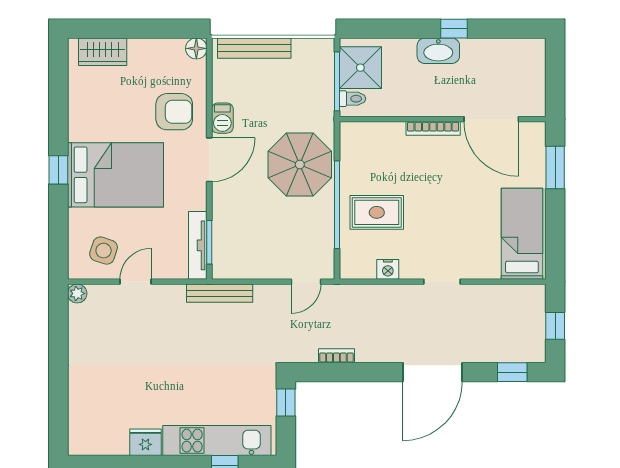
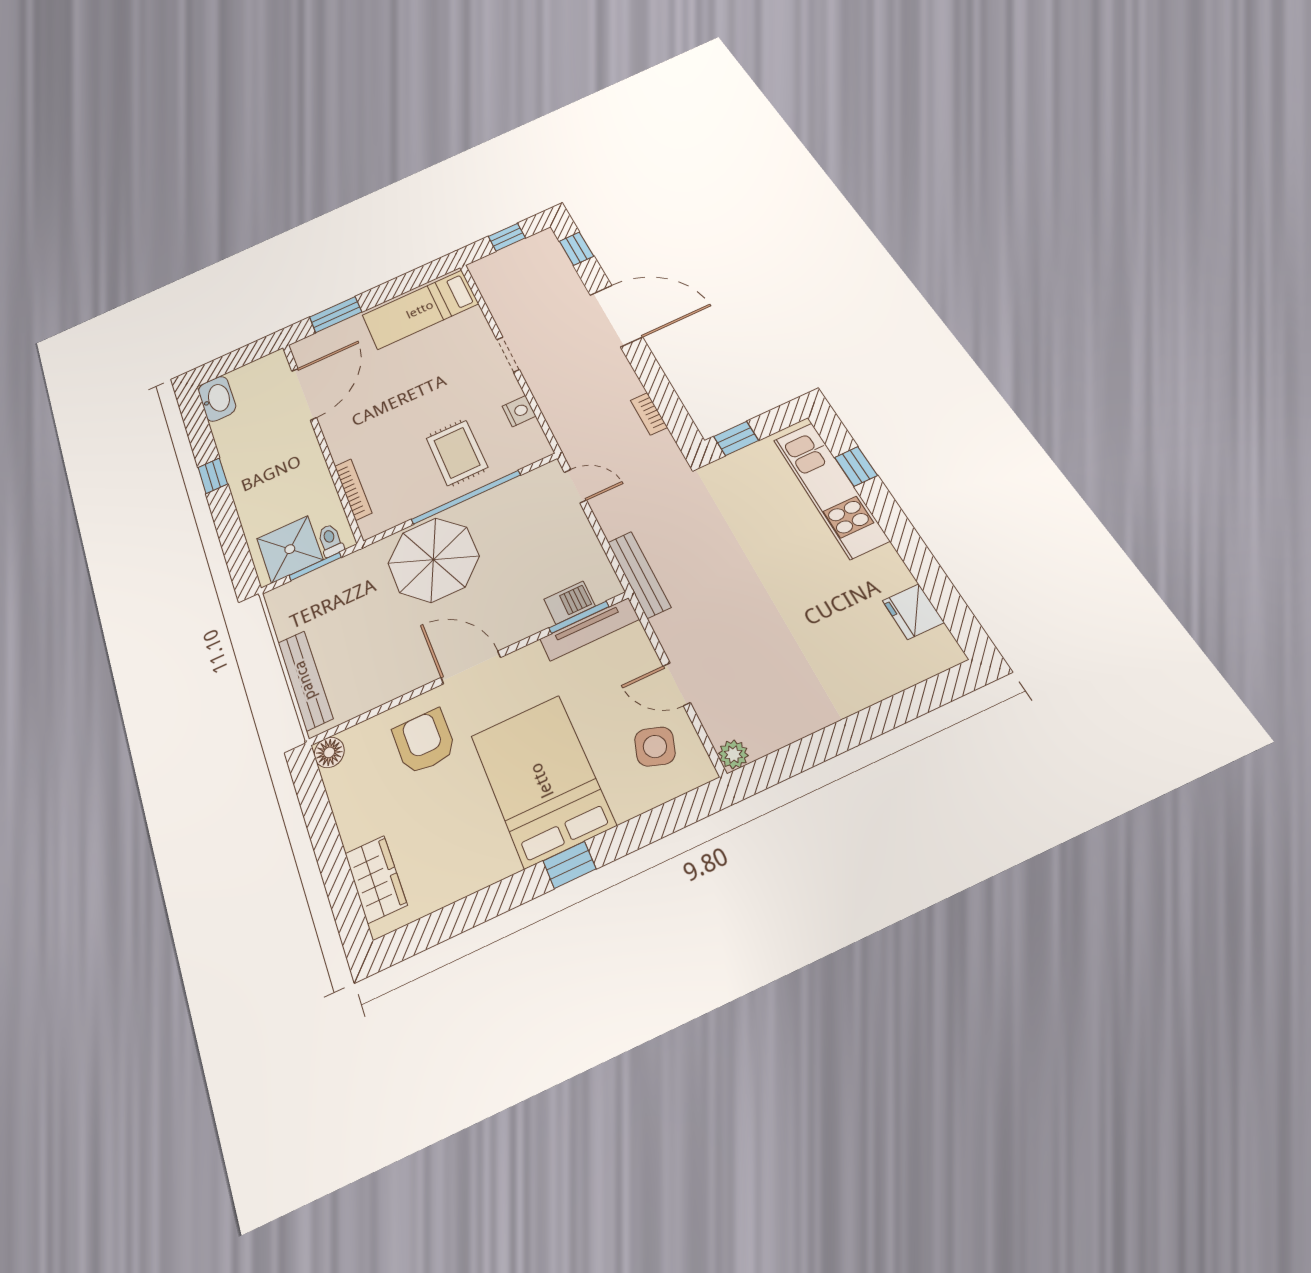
washbasin: (438, 51) -> (217, 399), moved
window: (337, 81) -> (315, 566), width x0.69
barbecue: (222, 118) -> (570, 603), moved
bookcase: (433, 128) -> (353, 489), moved
fridge: (145, 442) -> (913, 612), moved

